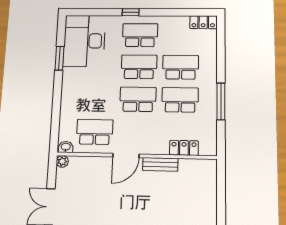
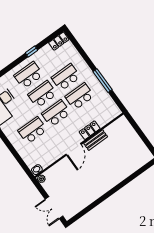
window: (131, 12) -> (32, 51), moved
school desk: (95, 132) -> (33, 130), moved
locker: (184, 148) -> (90, 130), moved

